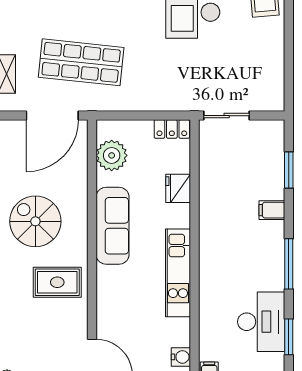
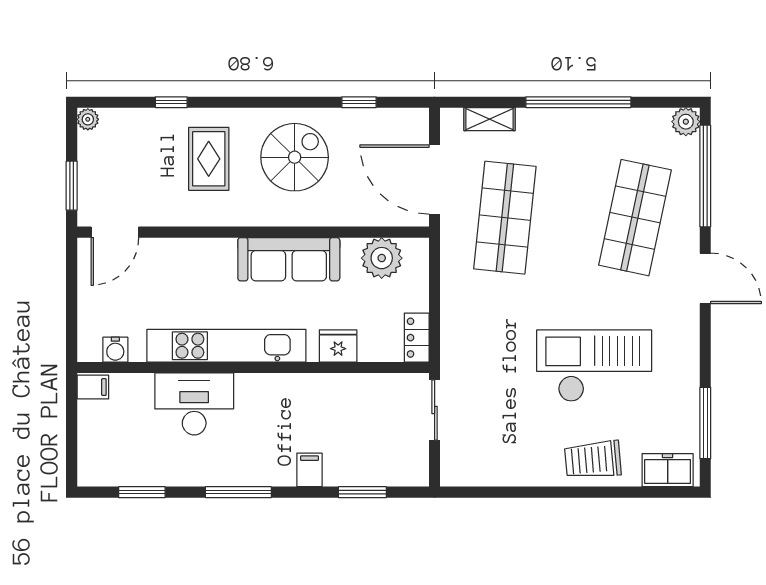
kitchen unit: (178, 273) -> (226, 346), width x1.36
rug: (57, 282) -> (209, 159), moved
desk: (261, 322) -> (194, 404), moved, turned 180

